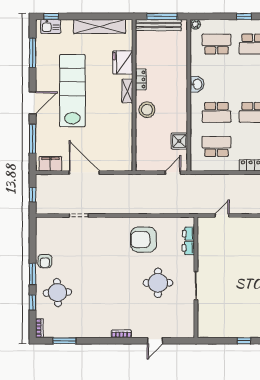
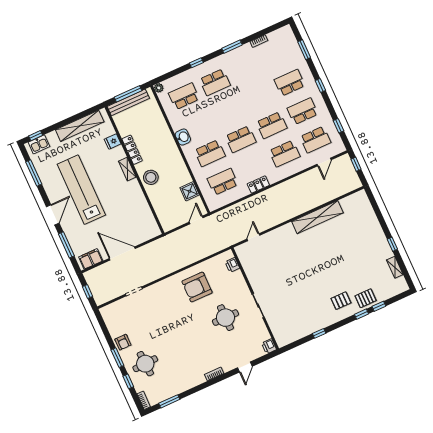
fridge: (123, 62) -> (113, 141), width x0.53, depth x0.75
locker: (141, 79) -> (132, 150), width x1.53
printer: (188, 248) -> (269, 346), moved

